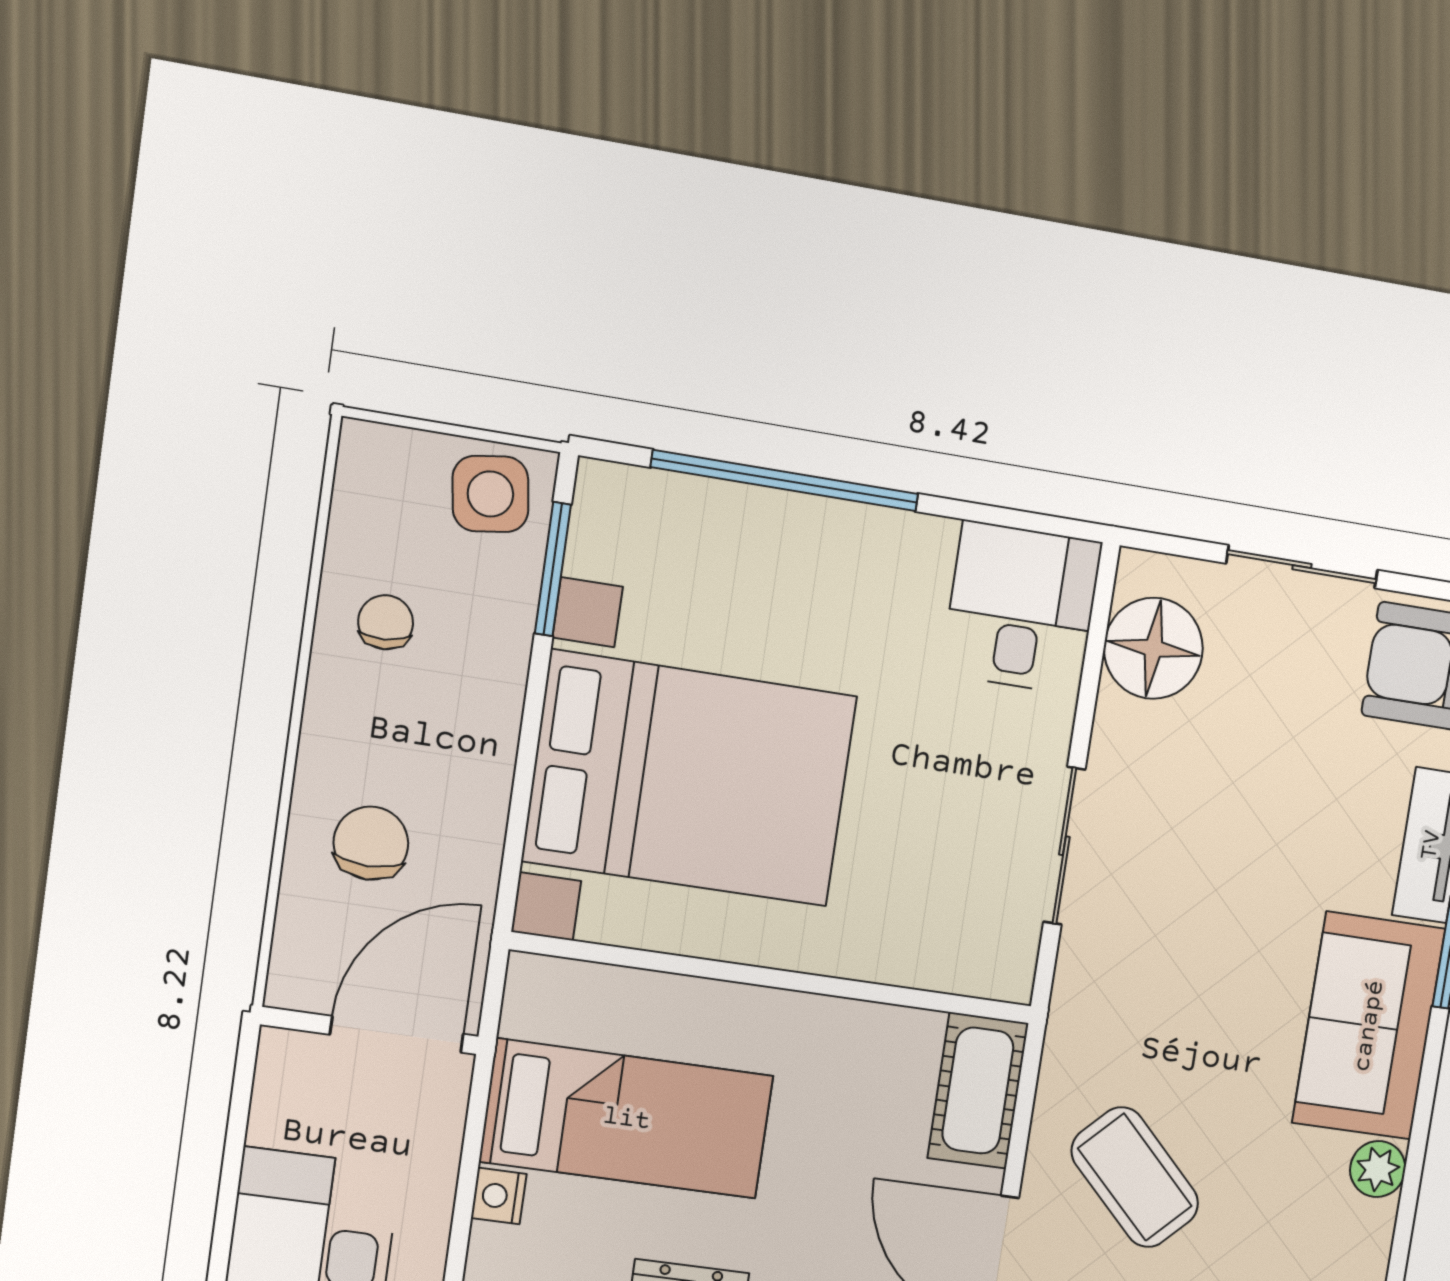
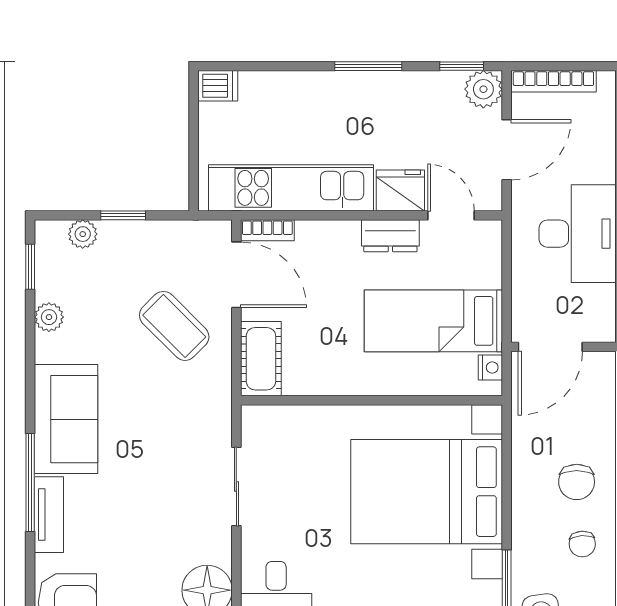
chair: (371, 843) -> (577, 482), moved
plant: (1378, 1169) -> (49, 317), moved
nightstand: (499, 1196) -> (490, 368), moved

